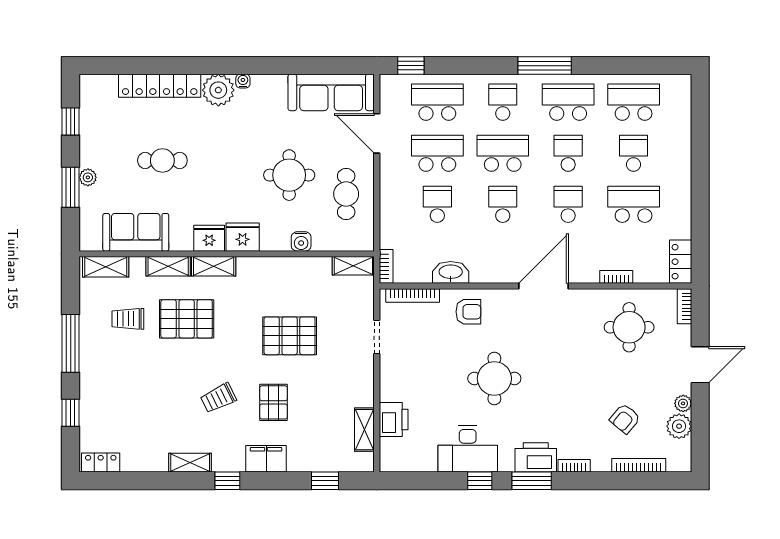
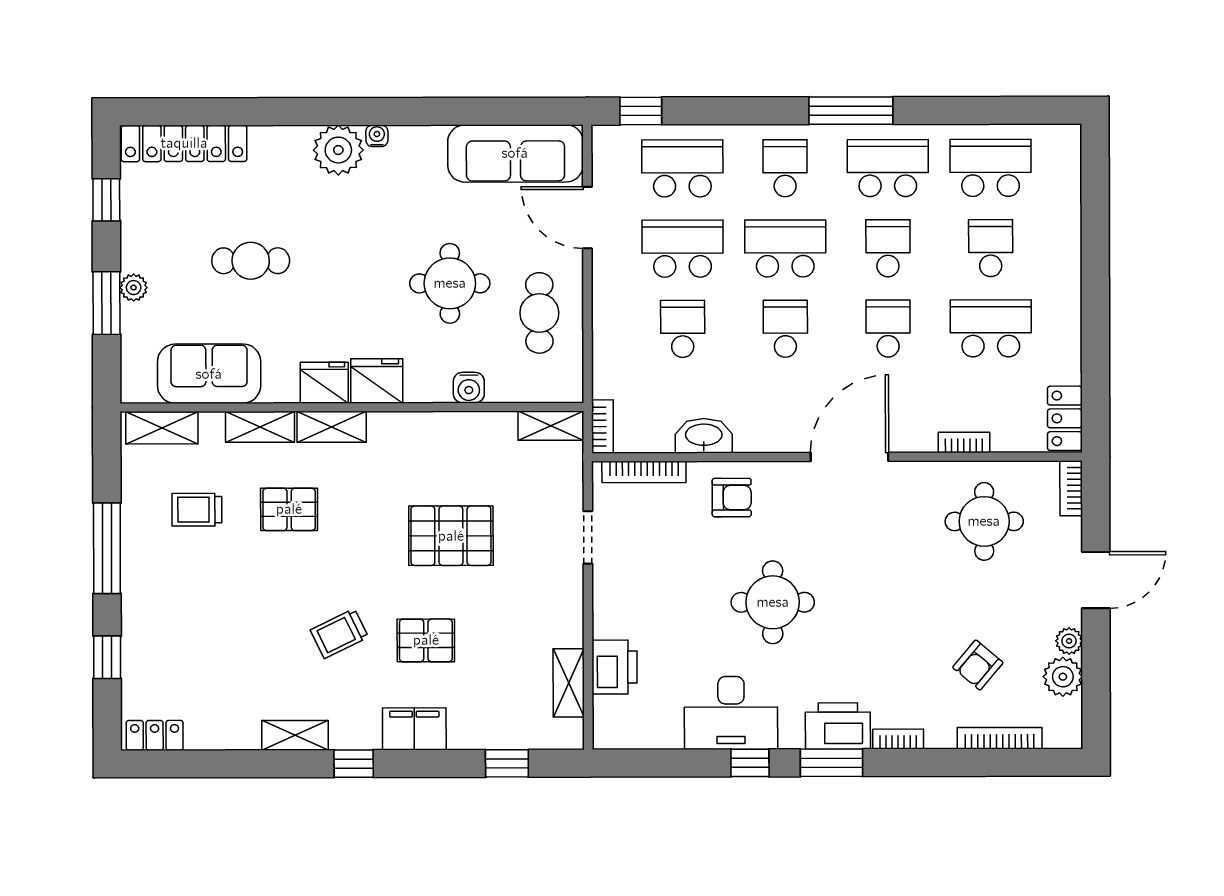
locker: (160, 86) -> (184, 143), moved
pallet: (187, 319) -> (289, 509), width x0.67, depth x0.71
pallet: (273, 402) -> (426, 640), turned 90

